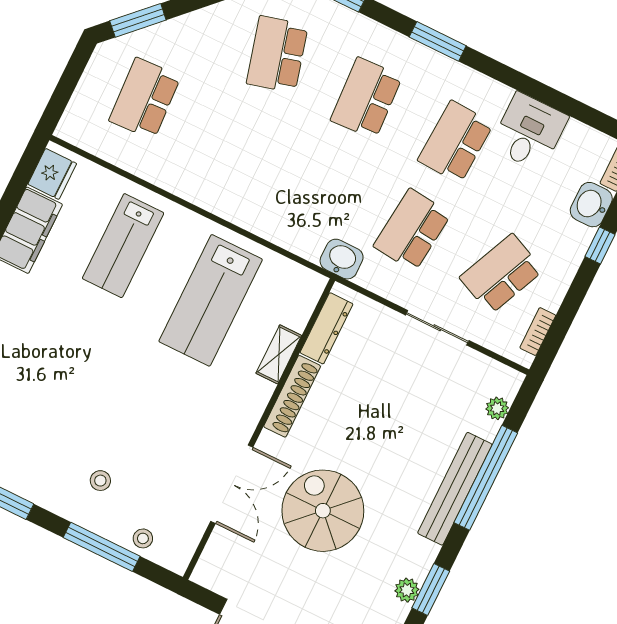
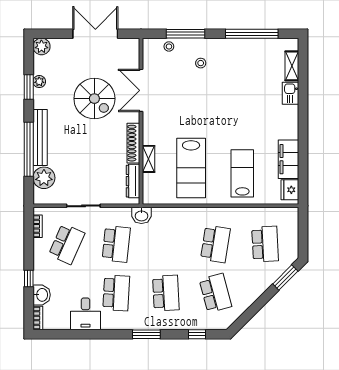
school desk: (234, 142) -> (215, 244), added
lab bench: (211, 300) -> (191, 168), turned 180
plant: (497, 408) -> (44, 178), width x1.88, depth x1.88

